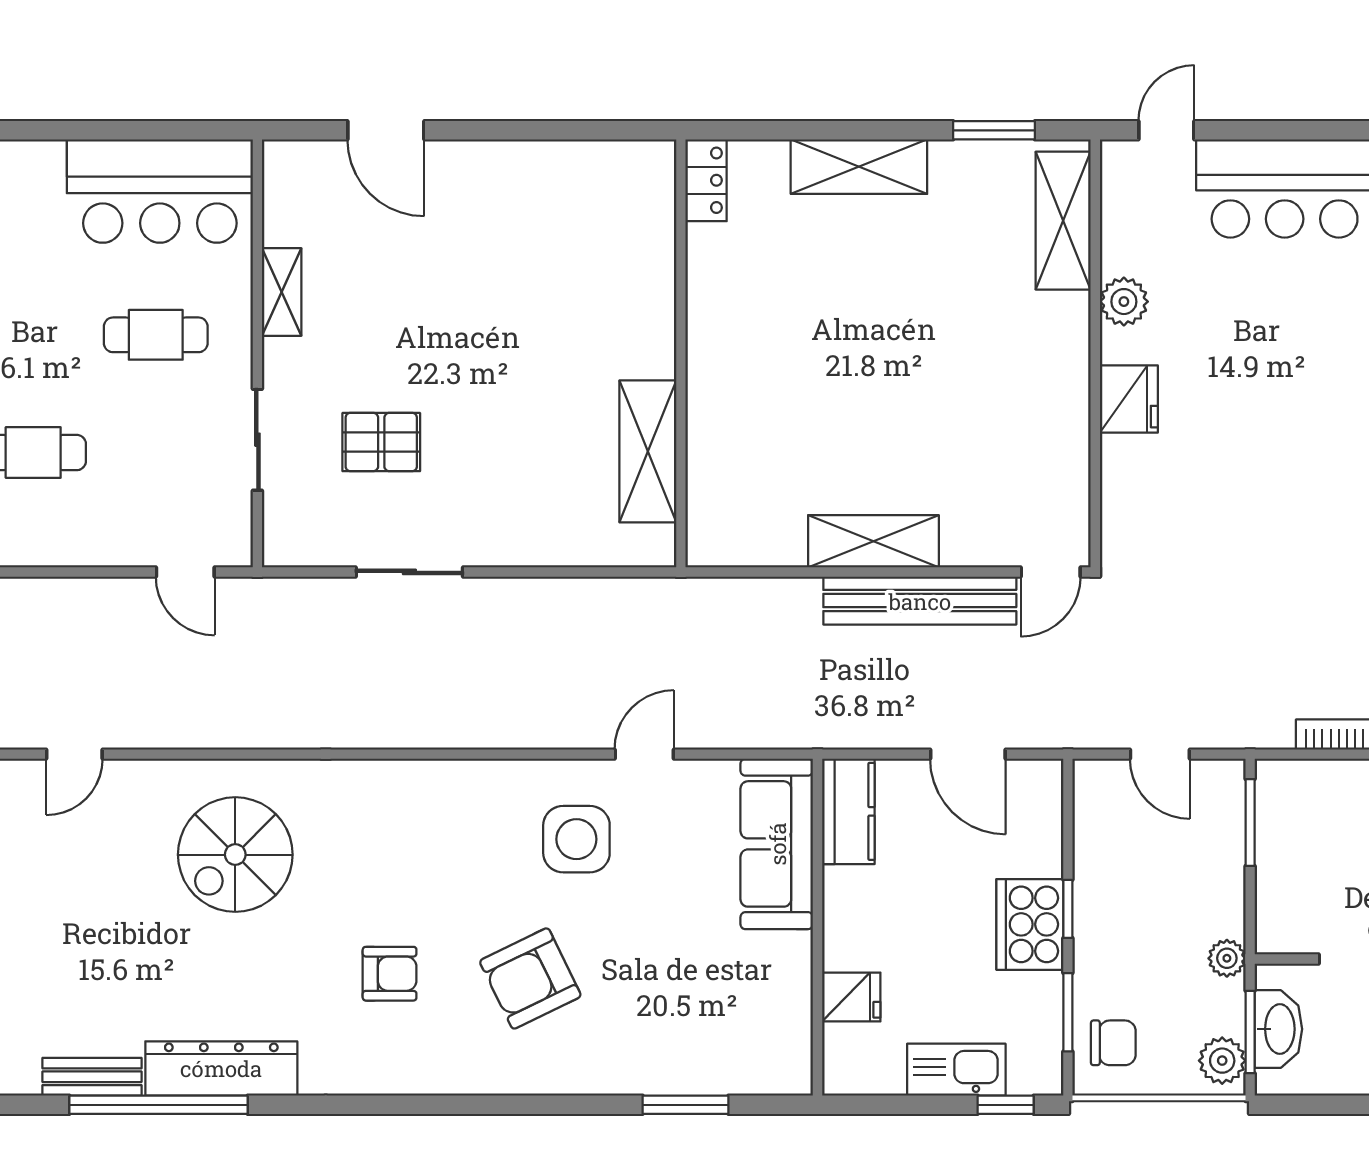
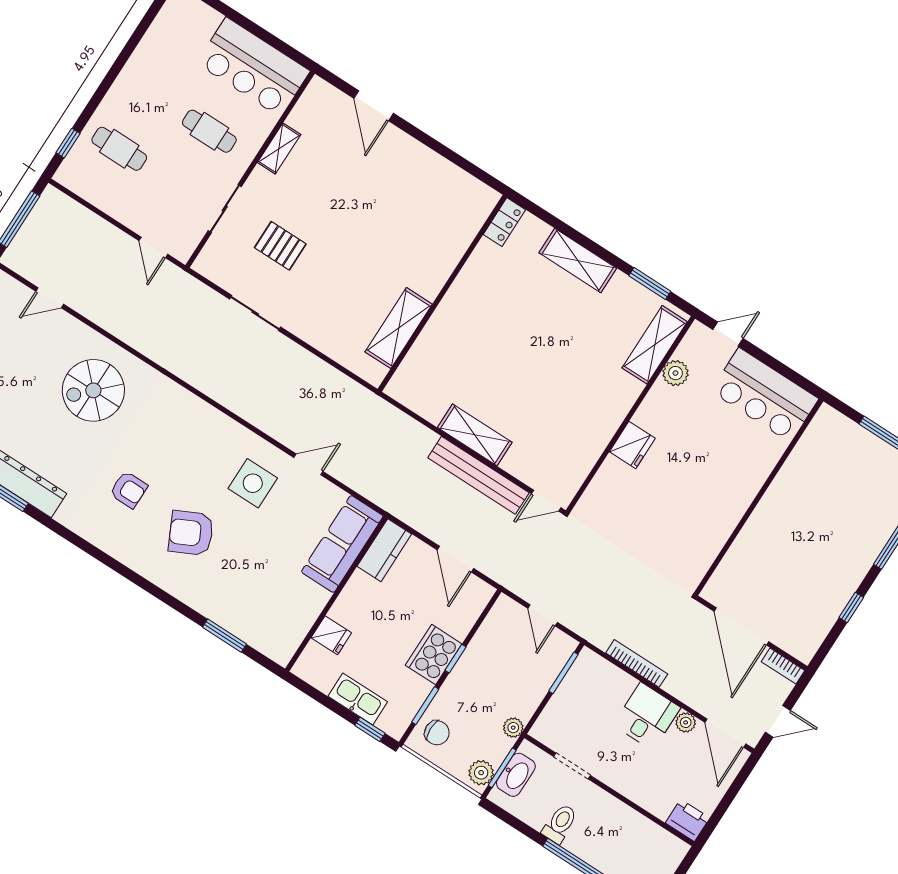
plant: (1124, 302) -> (675, 373), moved

